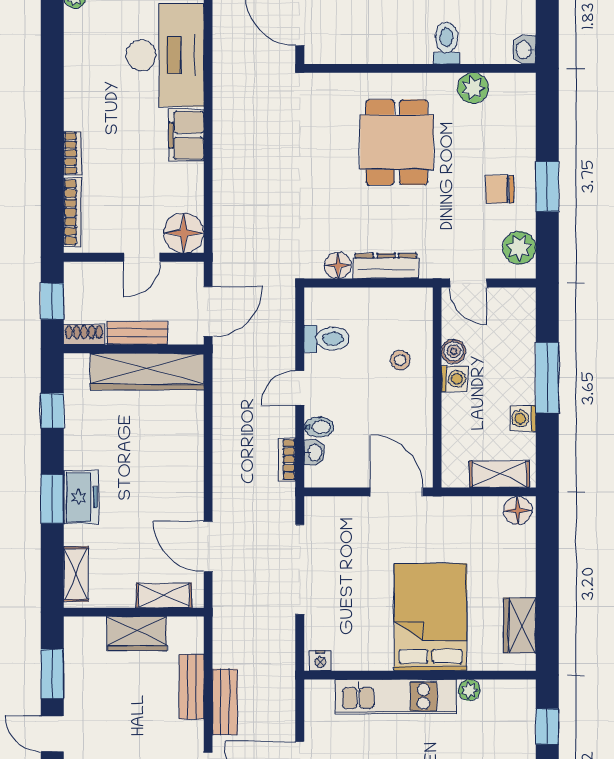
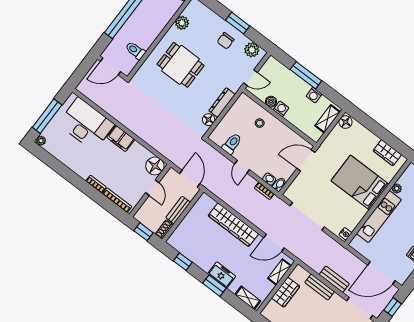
toilet: (446, 43) -> (135, 51), moved
wardrobe: (147, 372) -> (233, 225), moved, turned 90
bidet: (319, 427) -> (279, 184), moved

